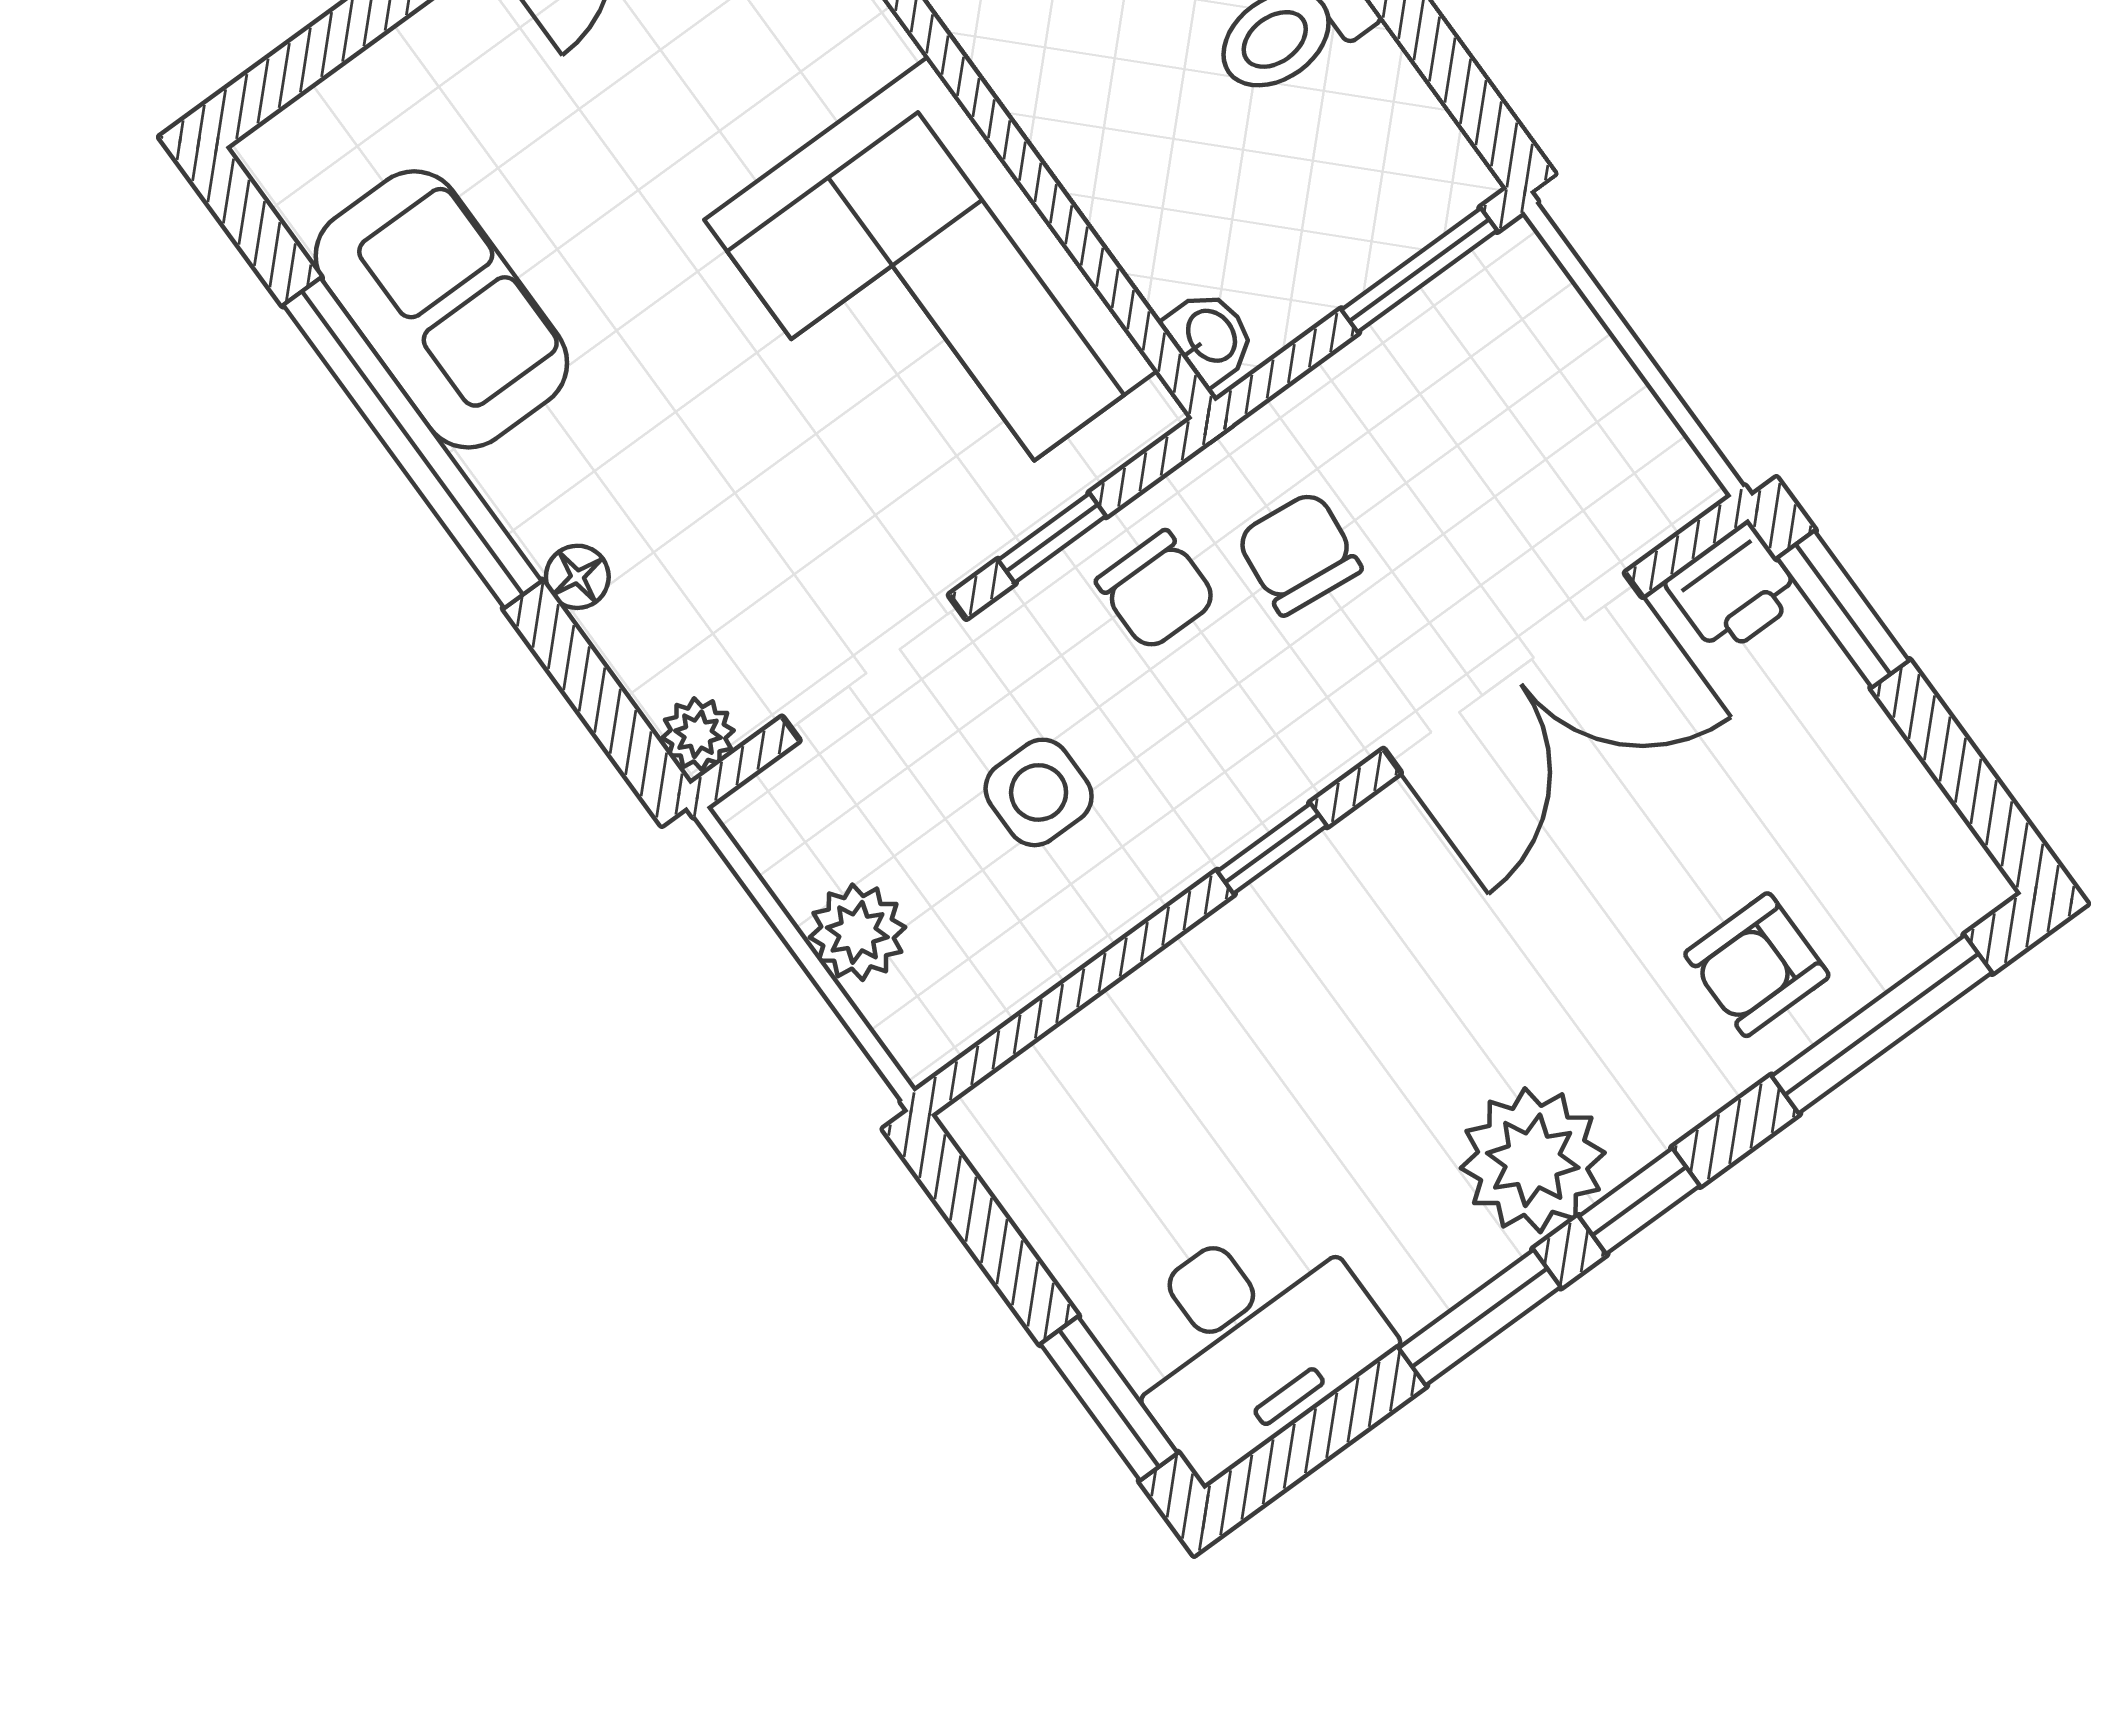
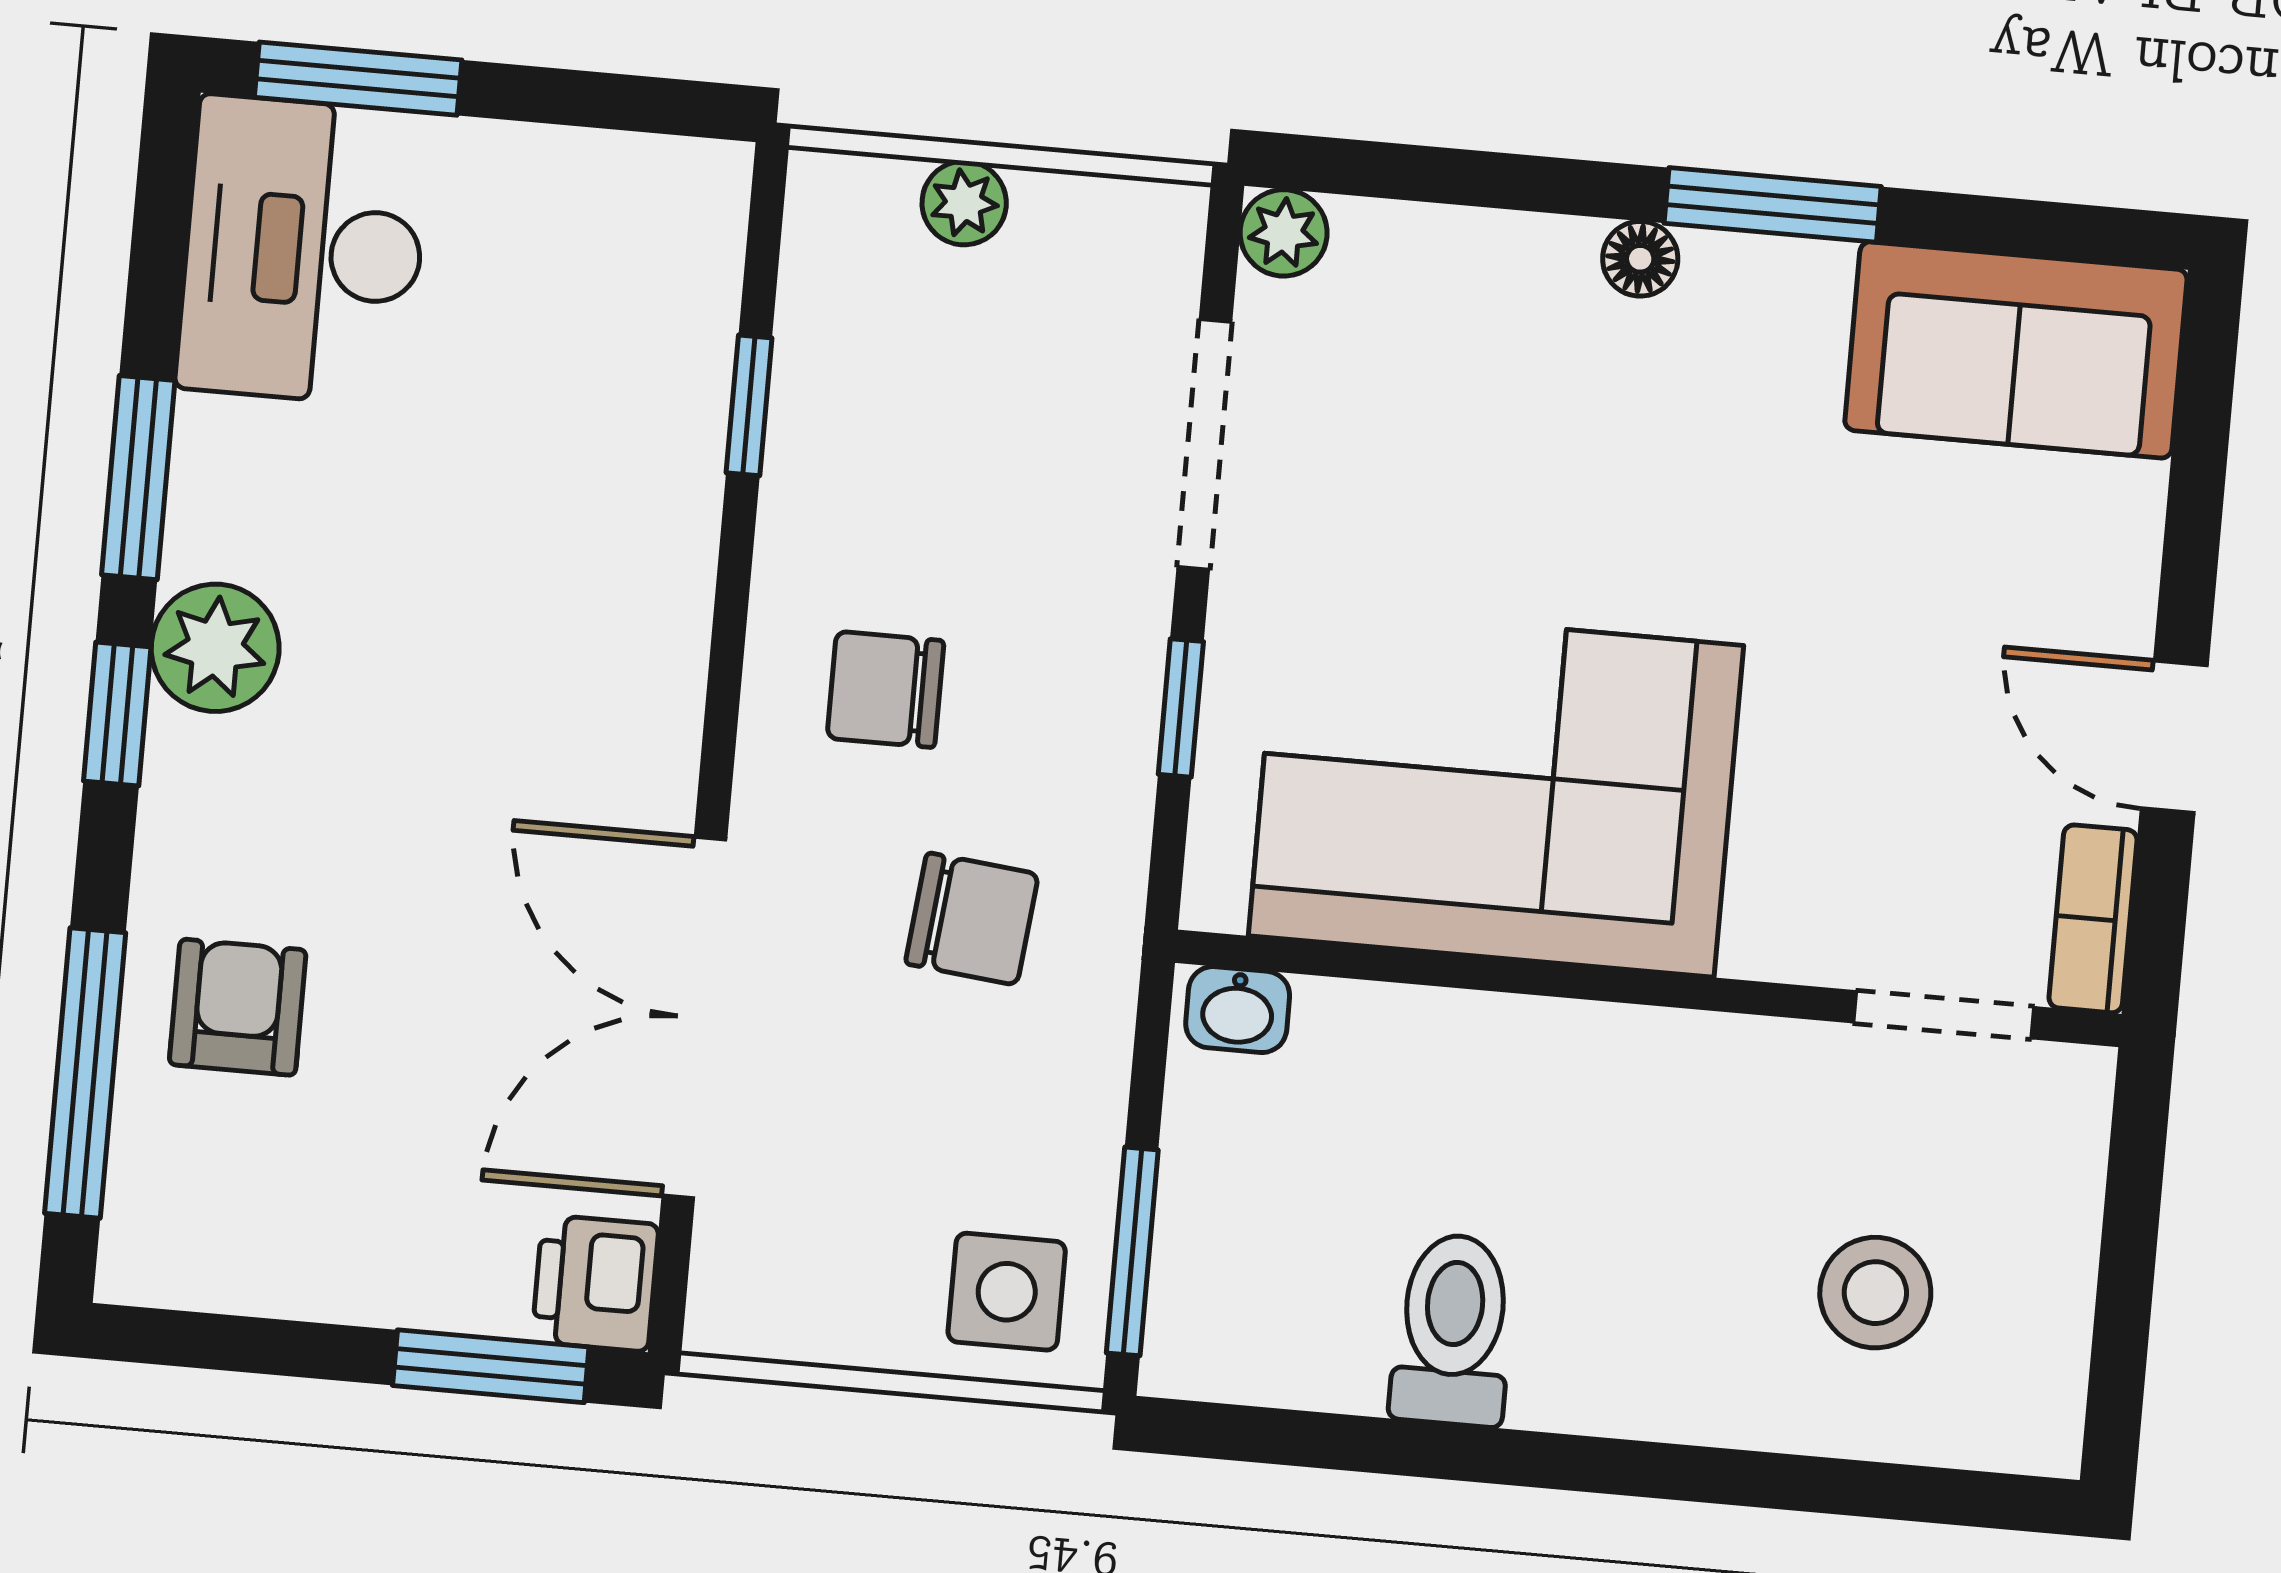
sofa: (441, 309) -> (2016, 350), moved
window: (412, 443) -> (1773, 205), width x0.47
floor lamp: (577, 577) -> (1640, 259), moved
chair: (1156, 590) -> (886, 689), moved
side table: (1039, 792) -> (1007, 1292), moved
window: (1272, 849) -> (749, 405), moved
plant: (857, 932) -> (964, 203), width x0.73, depth x0.73
plant: (1533, 1160) -> (215, 648), width x0.73, depth x0.73

